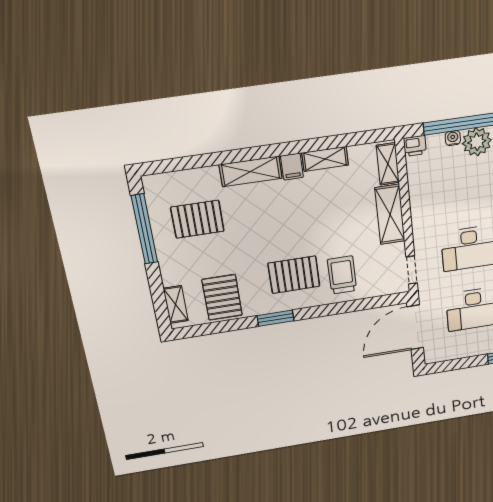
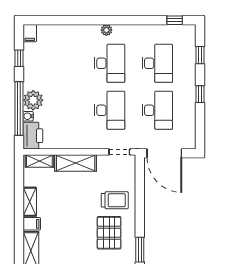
printer: (415, 146) -> (33, 136), width x1.87, depth x1.48
trolley: (342, 275) -> (115, 200), turned 180

